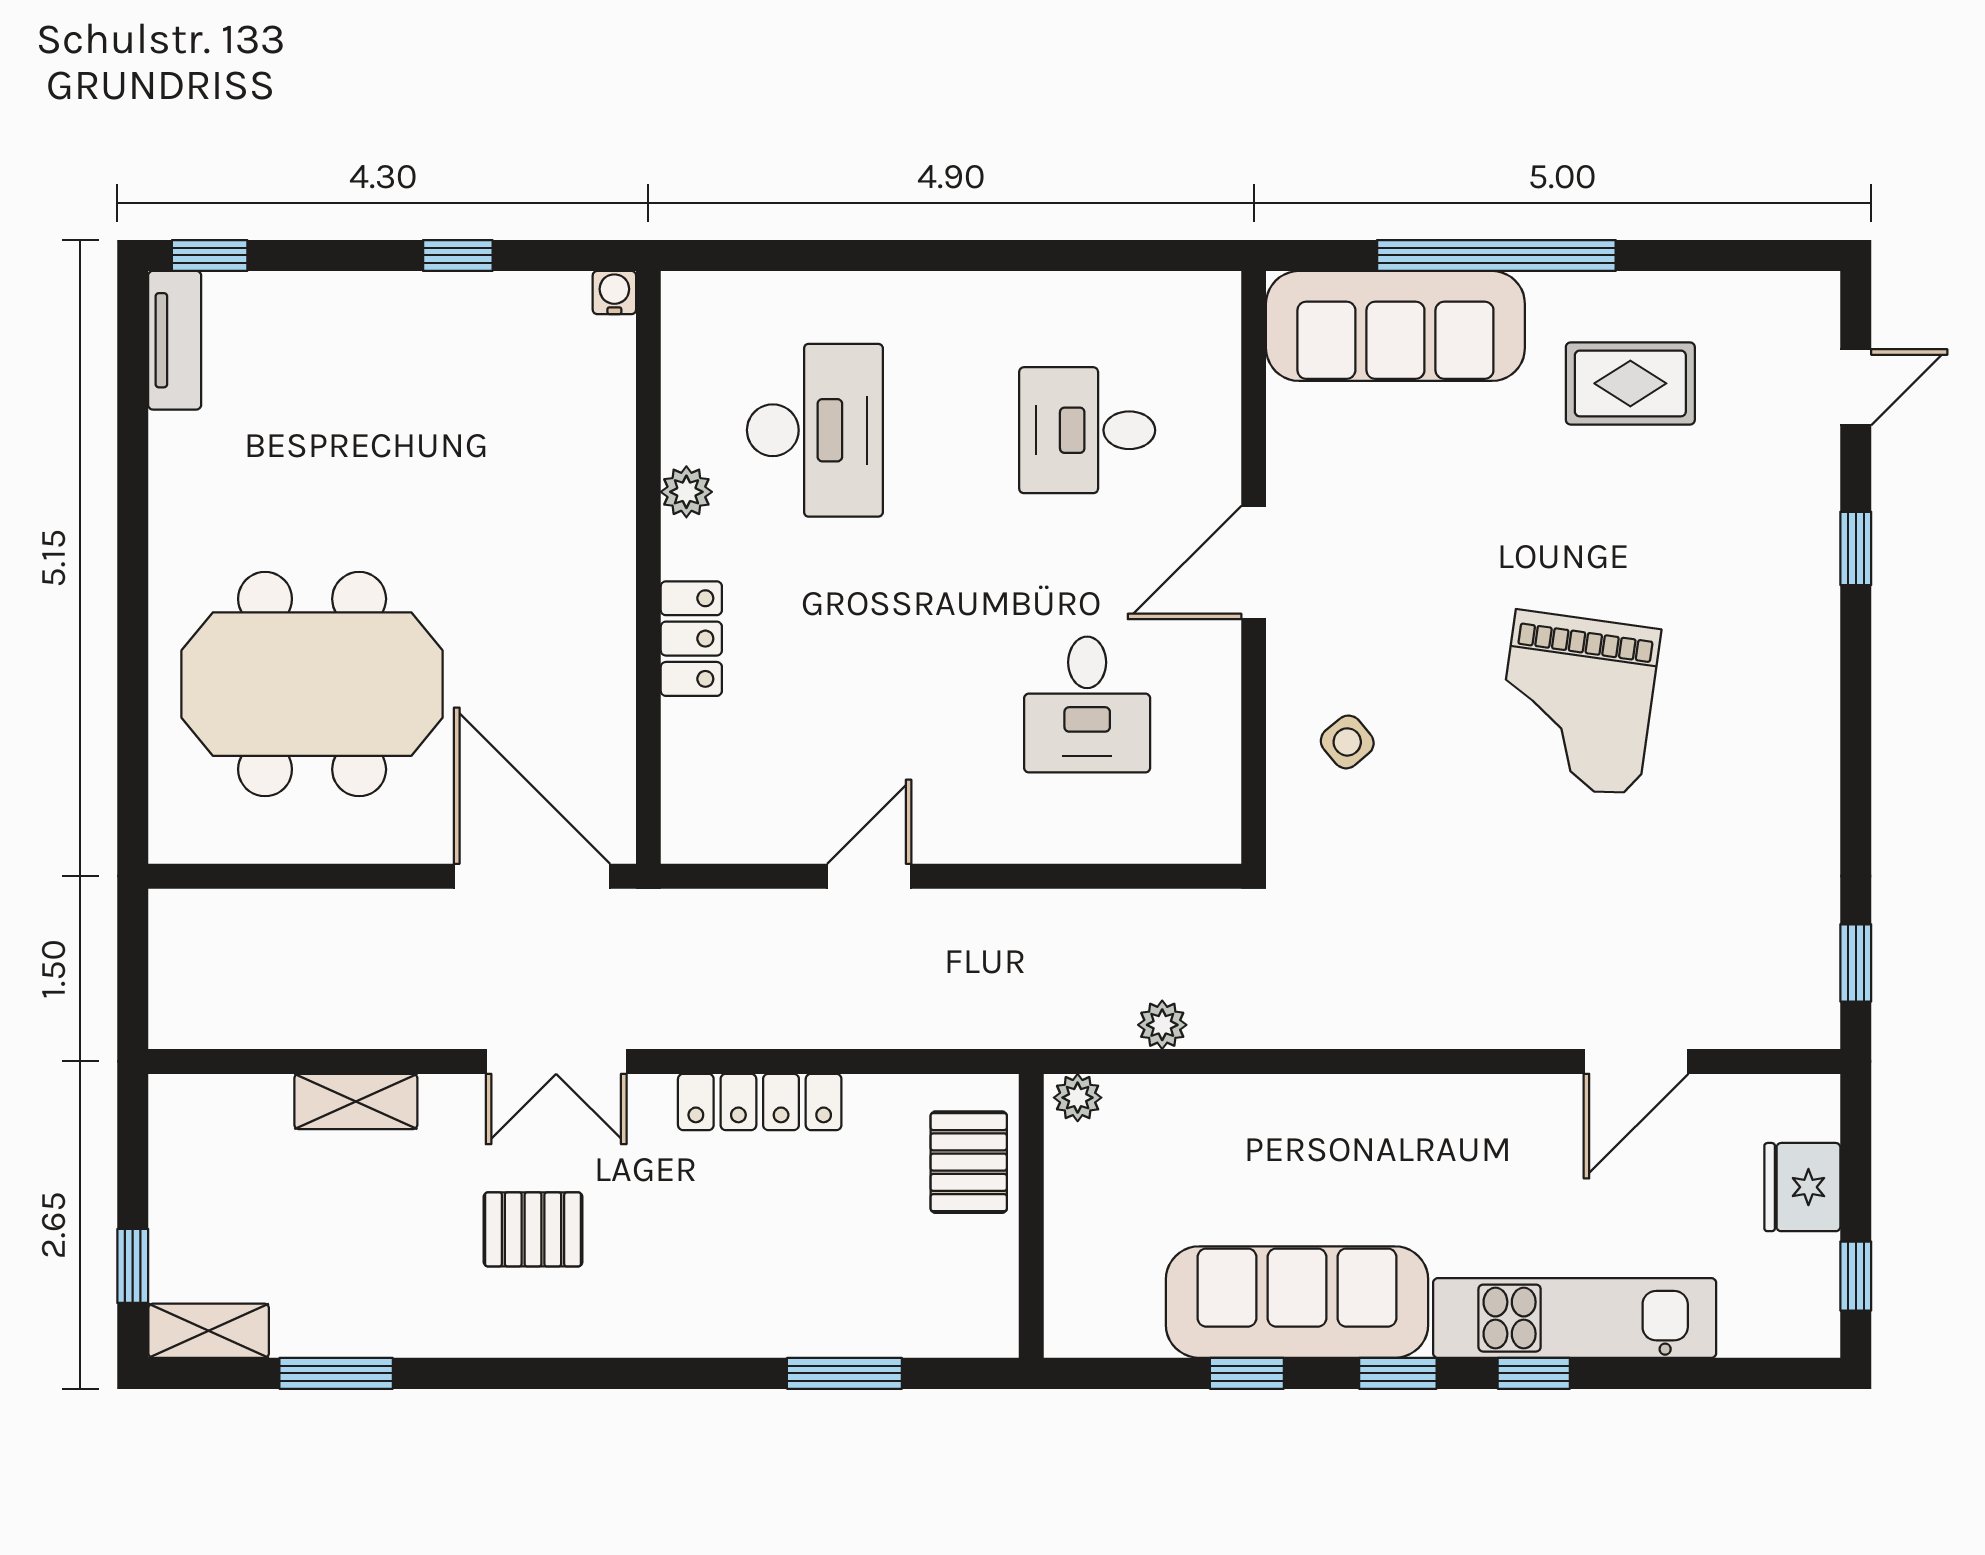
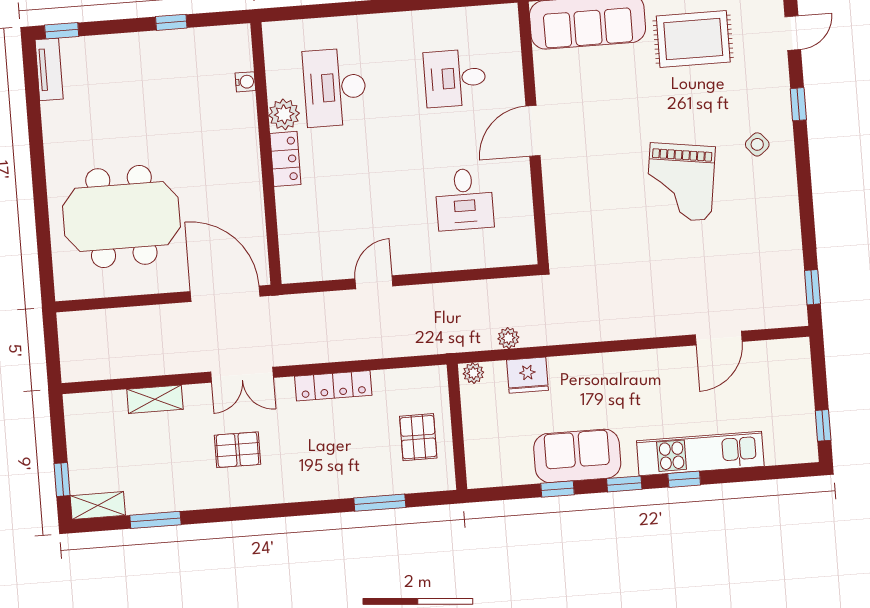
water cooler: (614, 293) -> (245, 82), moved, turned 90
rug: (1630, 383) -> (693, 39), width x1.36, depth x1.43
desk: (815, 430) -> (335, 87), turned 180
plant: (686, 492) -> (284, 114), width x1.38, depth x1.38
locker: (691, 639) -> (285, 159), moved
side table: (1347, 742) -> (757, 144), moved
pallet: (969, 1162) -> (418, 437), moved
fridge: (1802, 1187) -> (528, 375), moved, turned -90
sofa: (1297, 1302) -> (577, 456), width x0.73

